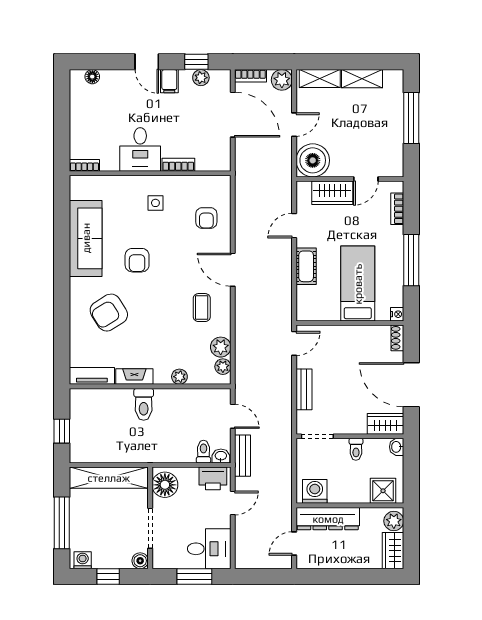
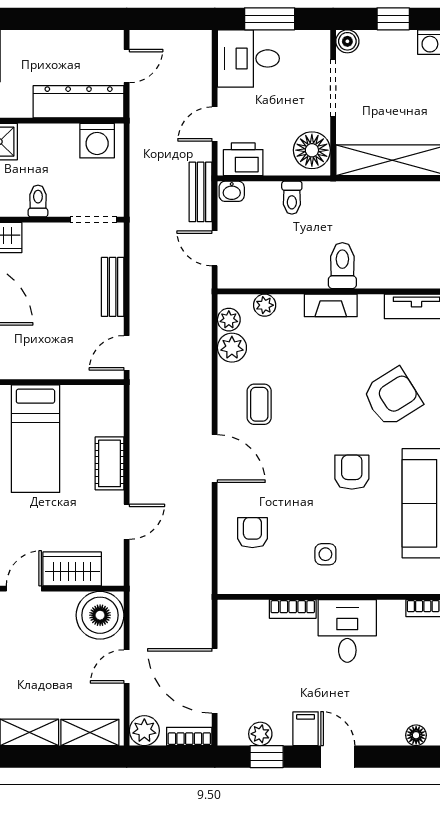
fireplace: (134, 377) -> (331, 305), moved
plant: (179, 377) -> (265, 305), moved
toilet: (203, 452) -> (292, 198), moved

